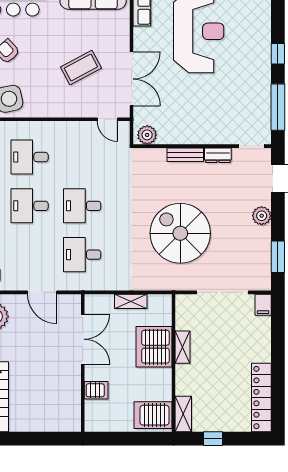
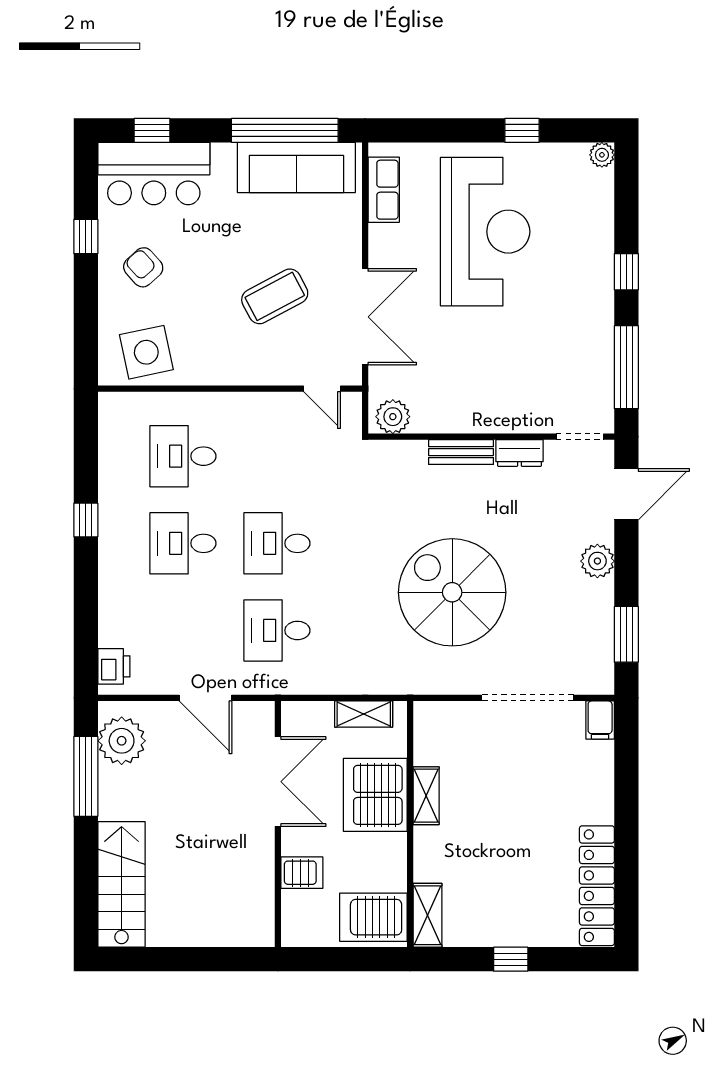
server rack: (154, 347) -> (375, 795), moved
shelving: (182, 347) -> (426, 796), moved
wall: (174, 363) -> (410, 824), moved
shelving: (183, 414) -> (427, 915), moved
server rack: (153, 415) -> (373, 917), moved

